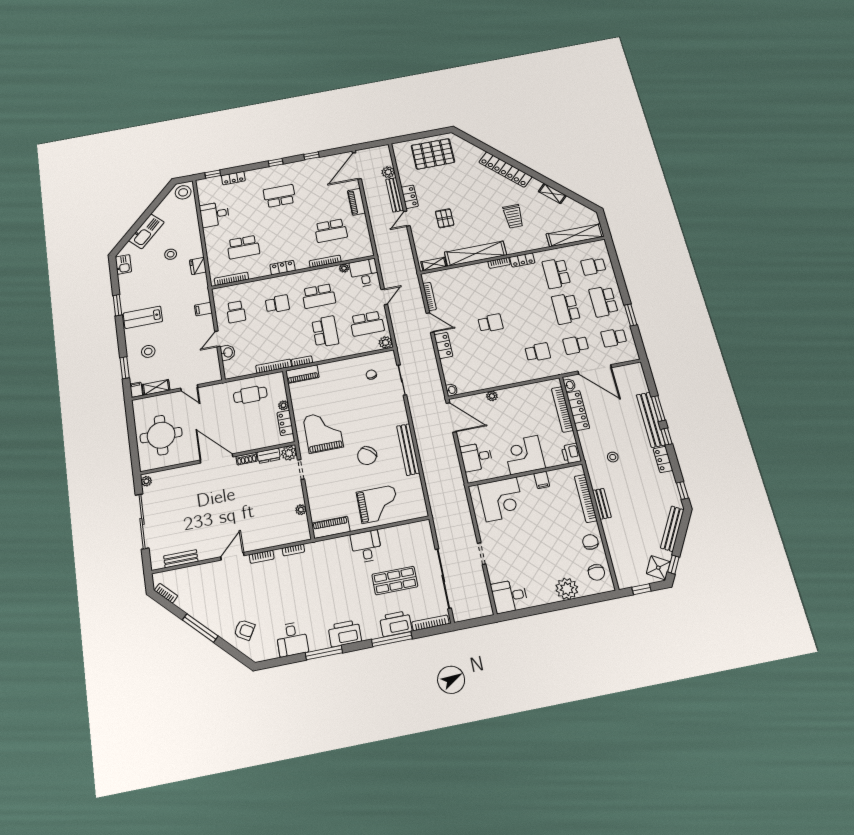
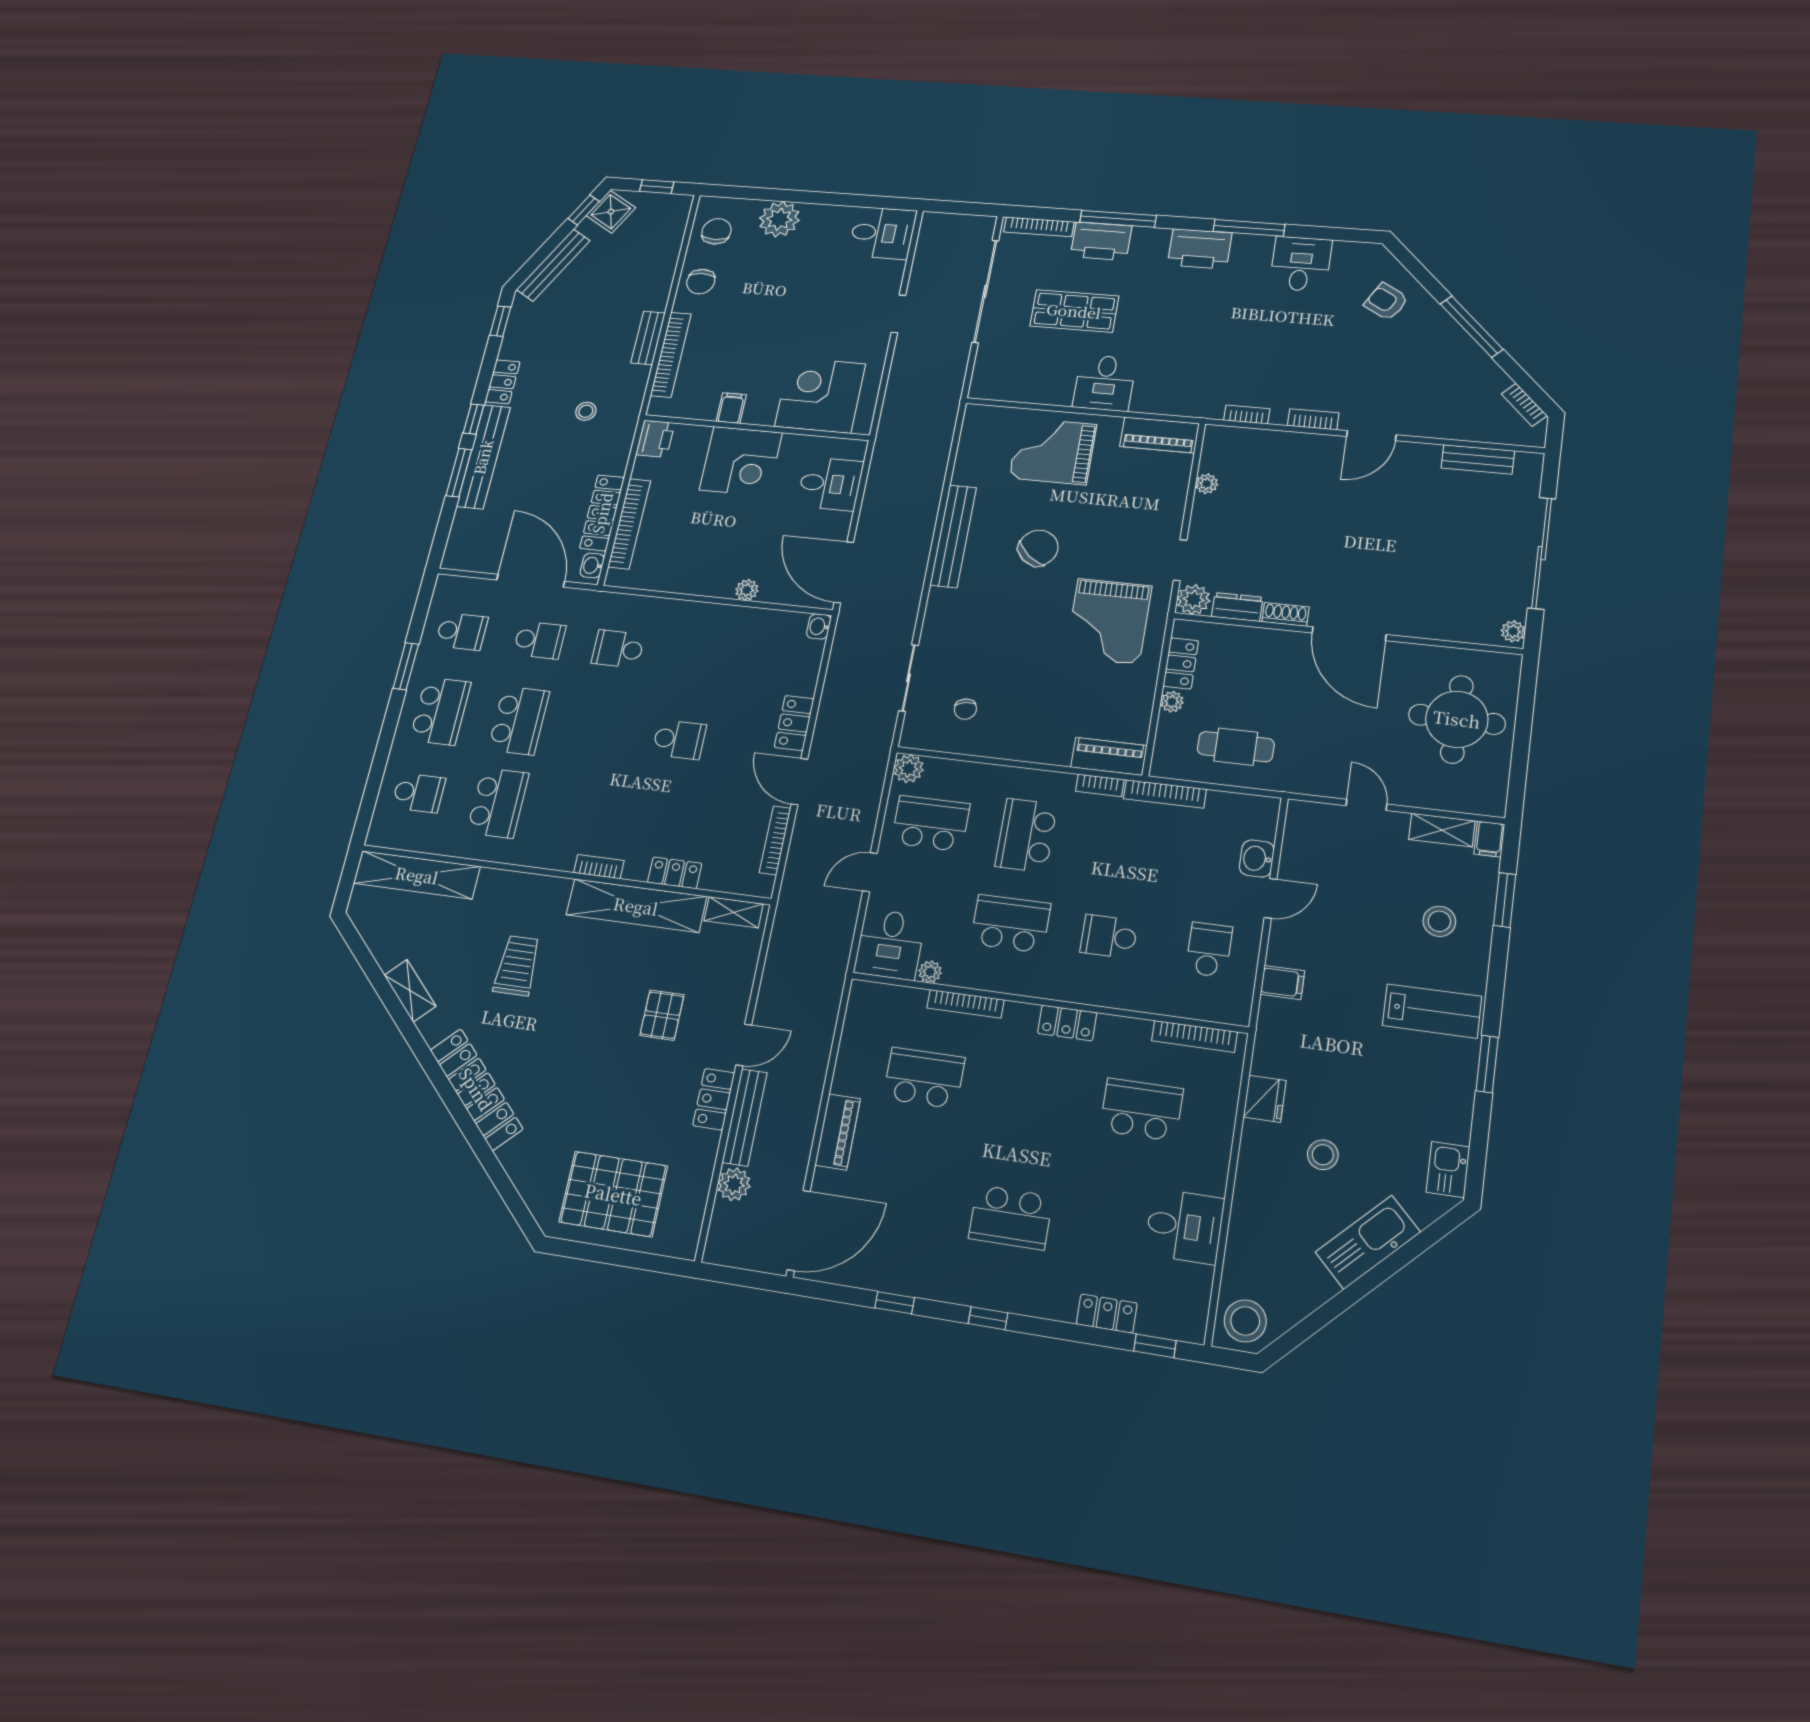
locker: (522, 260) -> (675, 873), moved
school desk: (491, 323) -> (679, 740), turned 180

